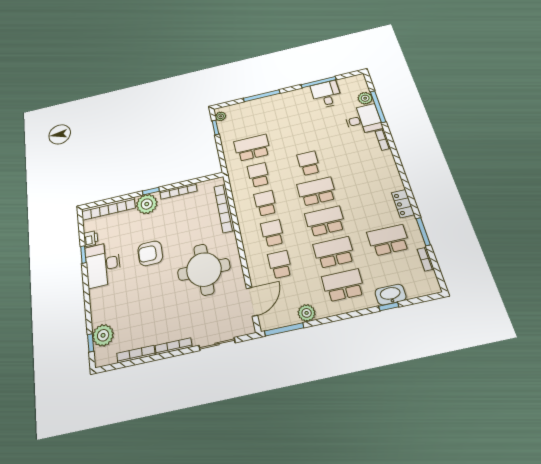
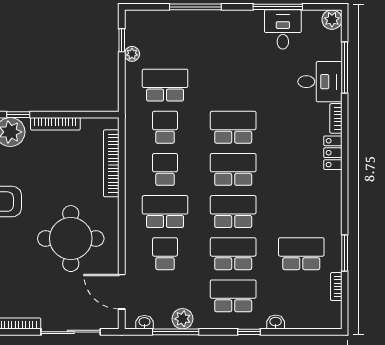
plant: (365, 98) -> (332, 20), moved
plant: (221, 116) -> (132, 54), moved
school desk: (309, 163) -> (233, 127), width x1.85
locker: (403, 204) -> (333, 153), moved
school desk: (272, 233) -> (165, 212), width x1.85
washbasin: (391, 295) -> (276, 322), width x0.52, depth x0.69
door: (252, 302) -> (122, 292), swing flipped
window: (389, 307) -> (249, 332), moved
washbasin: (276, 323) -> (144, 322), added
window: (284, 329) -> (176, 332), moved
sliding door: (217, 344) -> (71, 332), width x1.37

